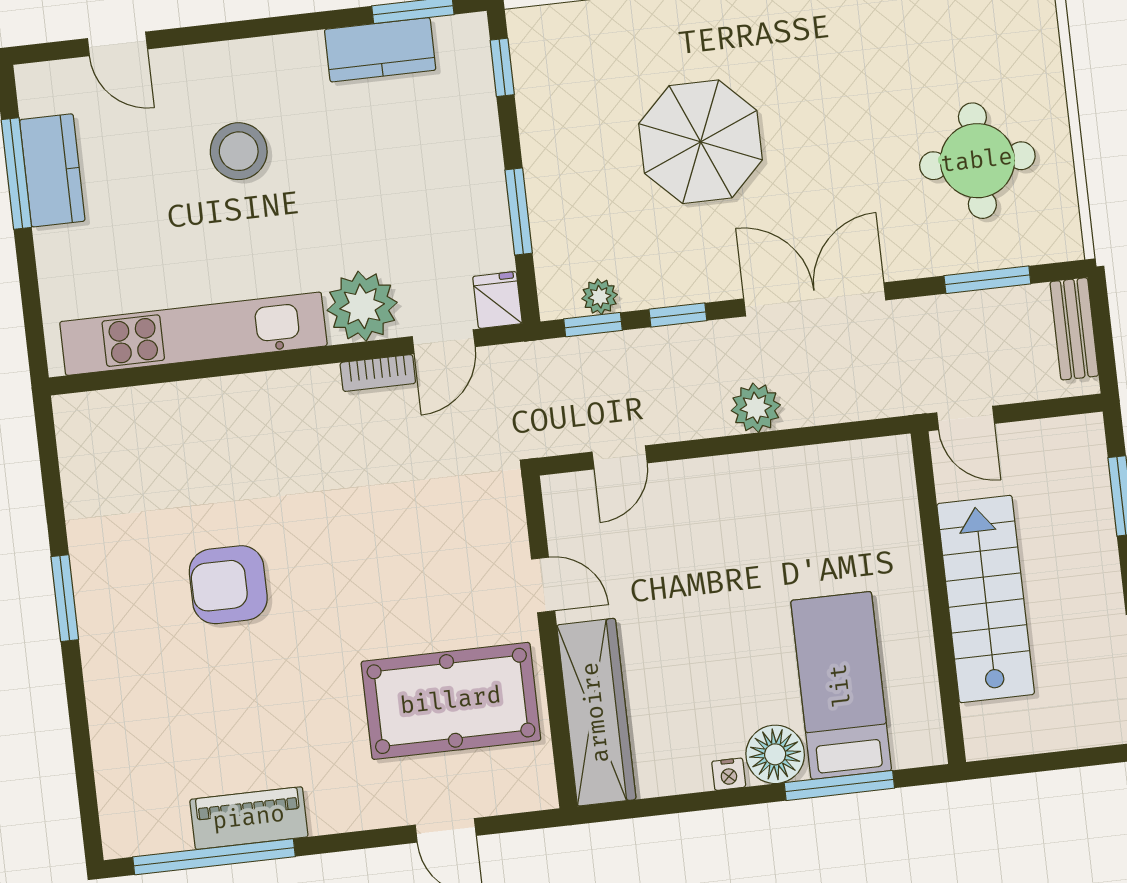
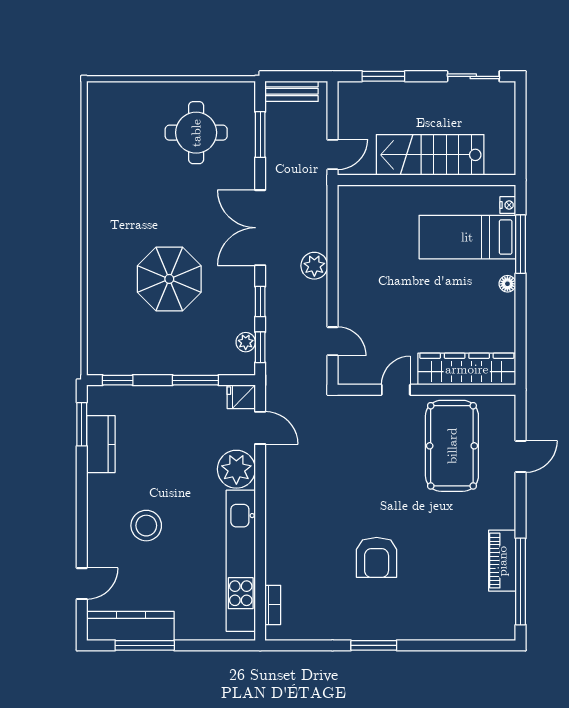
kitchen counter: (52, 170) -> (131, 626), width x1.50
bookcase: (378, 373) -> (273, 605), moved
floor lamp: (775, 754) -> (507, 284), width x0.53, depth x0.53
nightstand: (729, 774) -> (508, 205), moved

